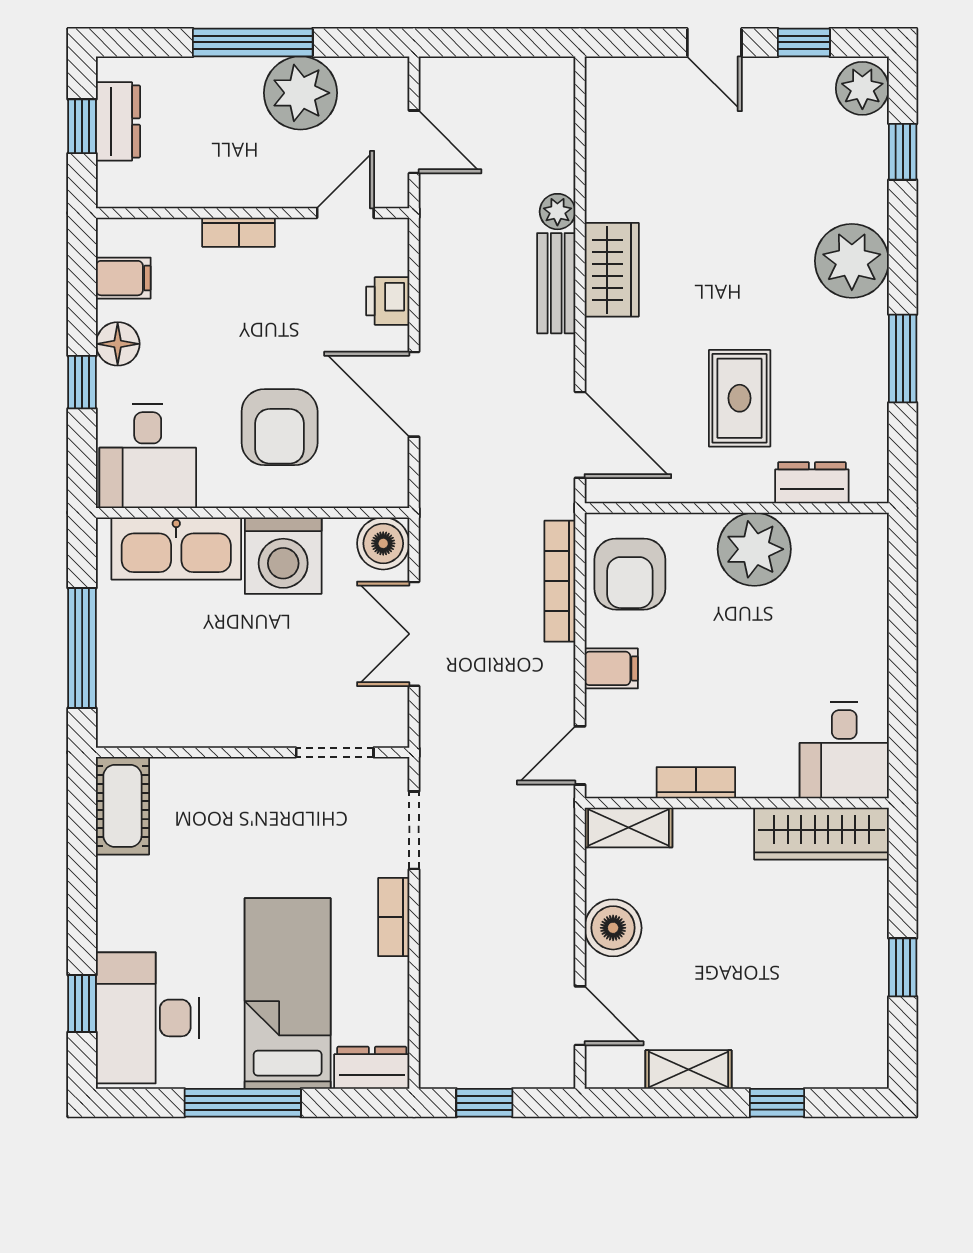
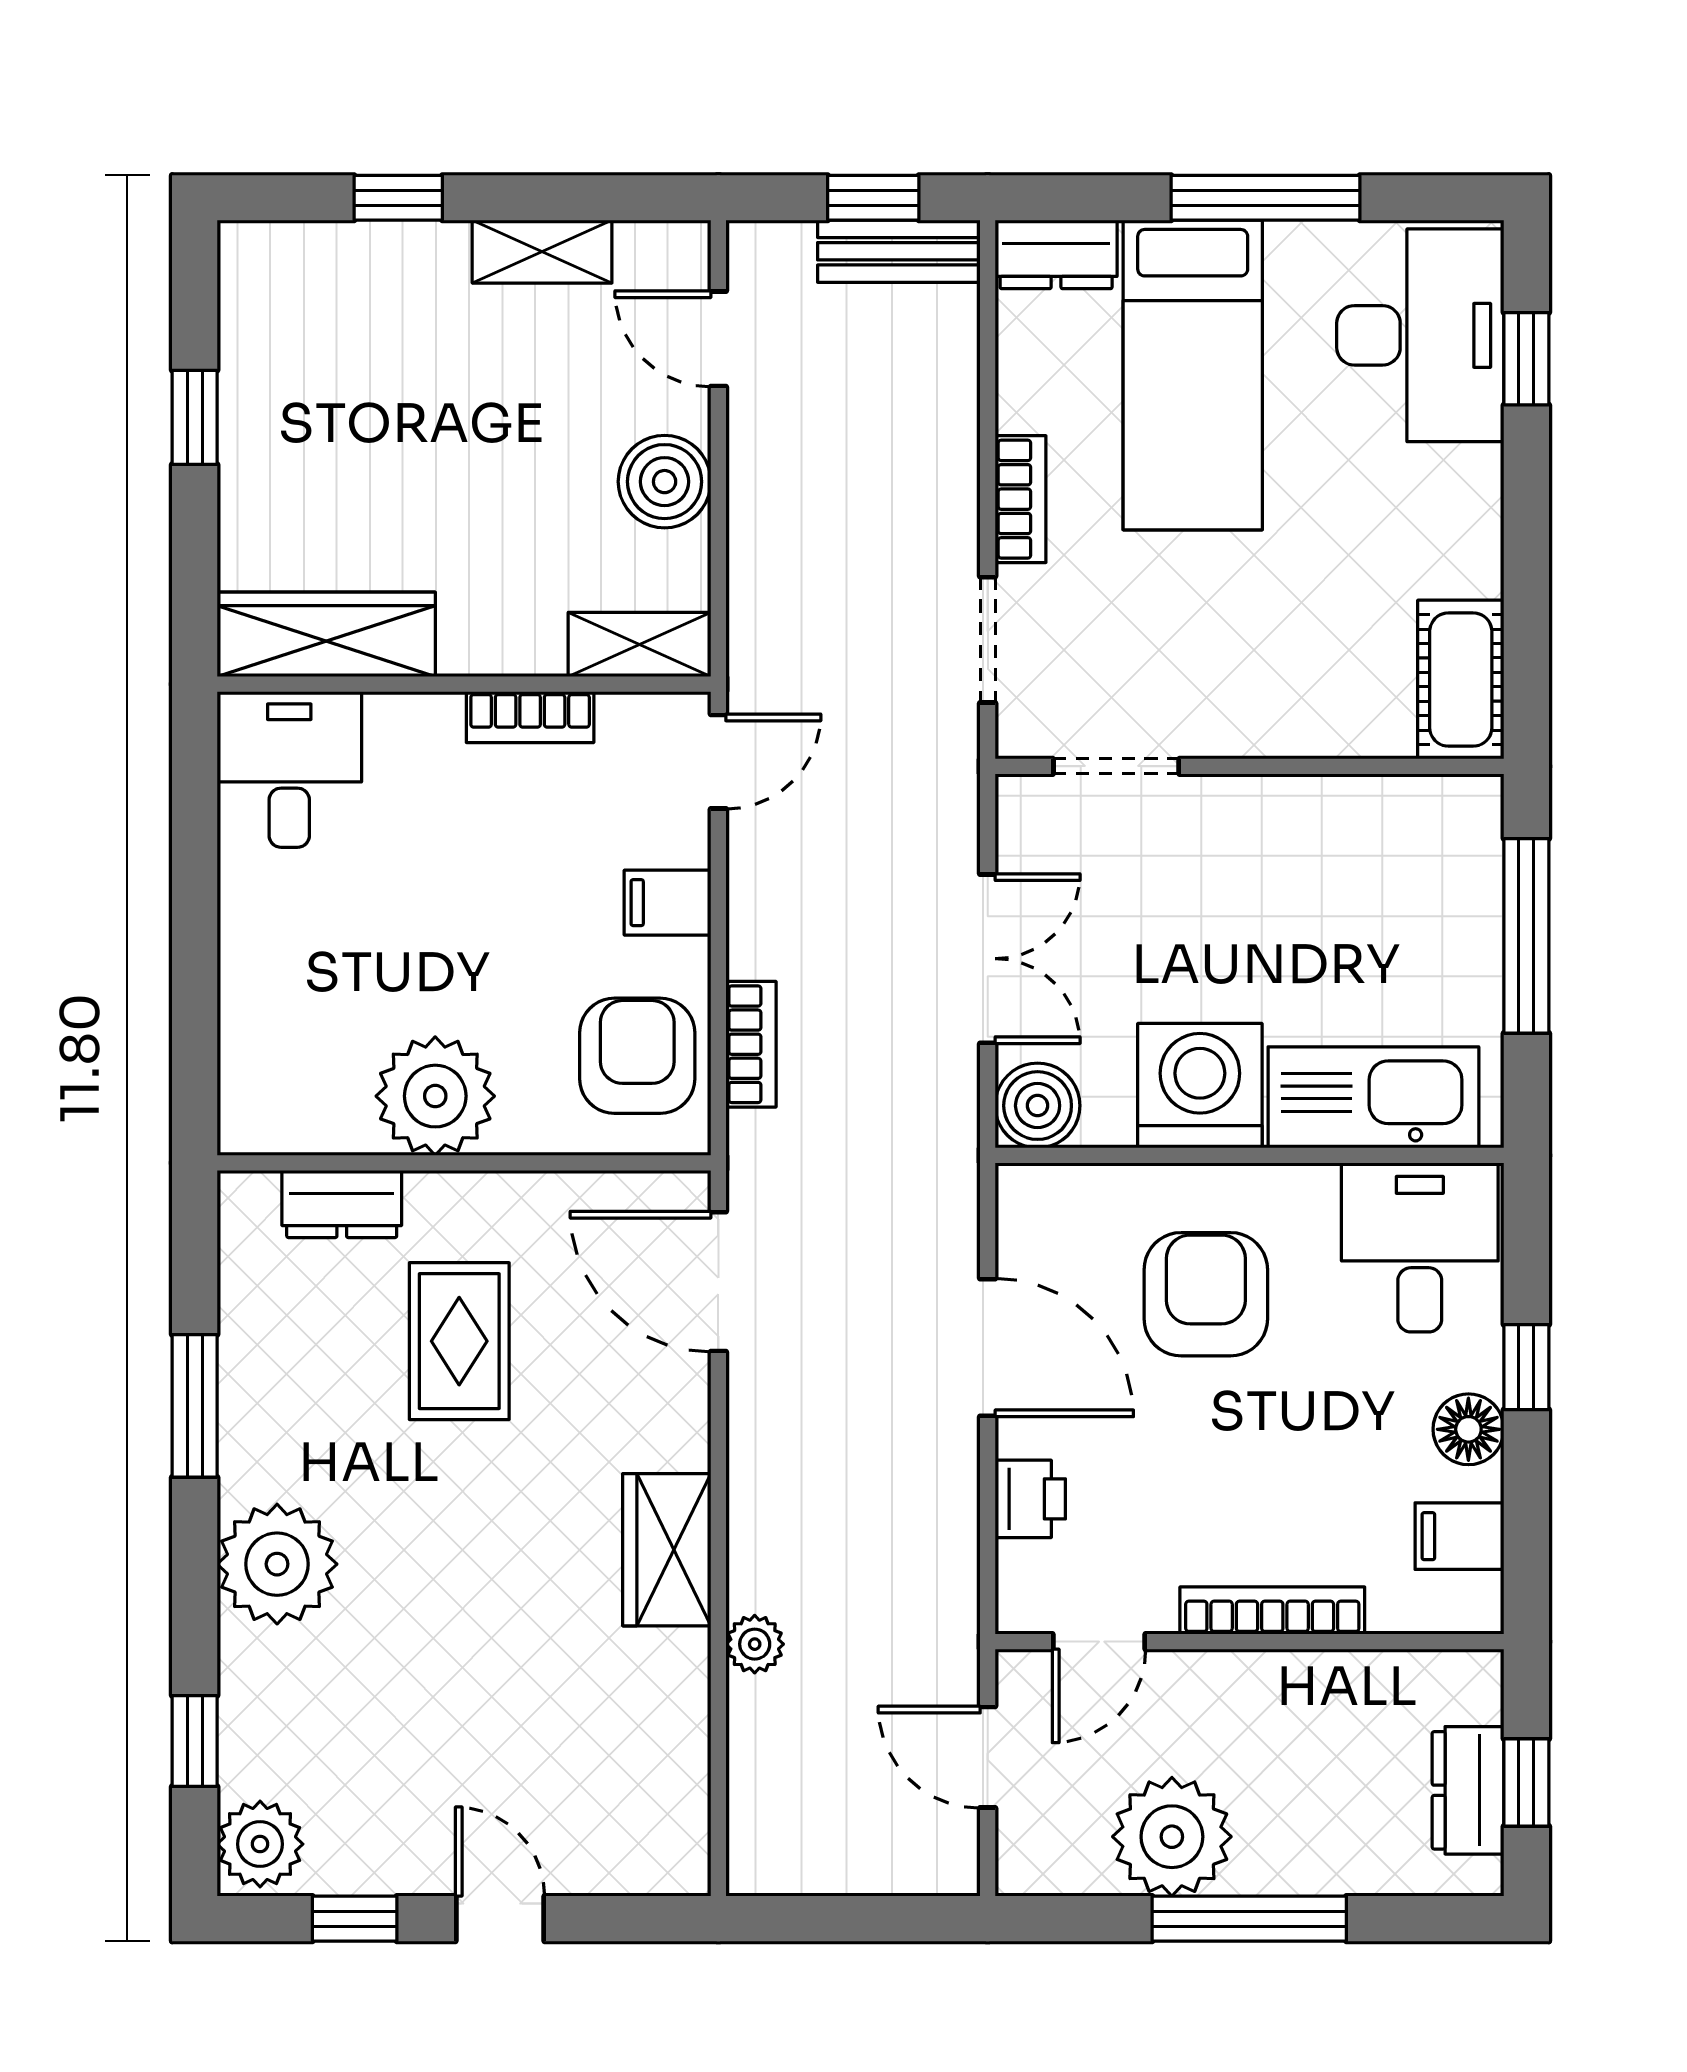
bookcase: (239, 232) -> (1272, 1611), width x1.56
bench: (556, 283) -> (899, 251), moved, turned 90
bookcase: (560, 581) -> (751, 1044), width x0.64

